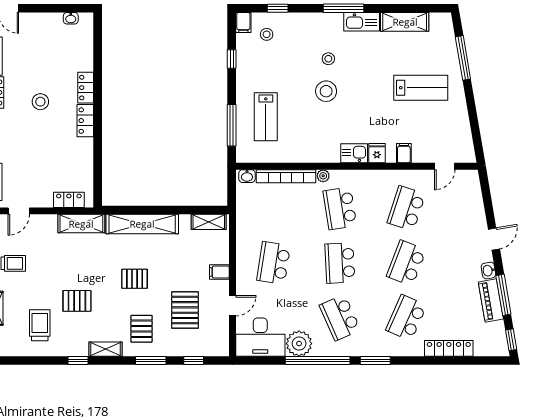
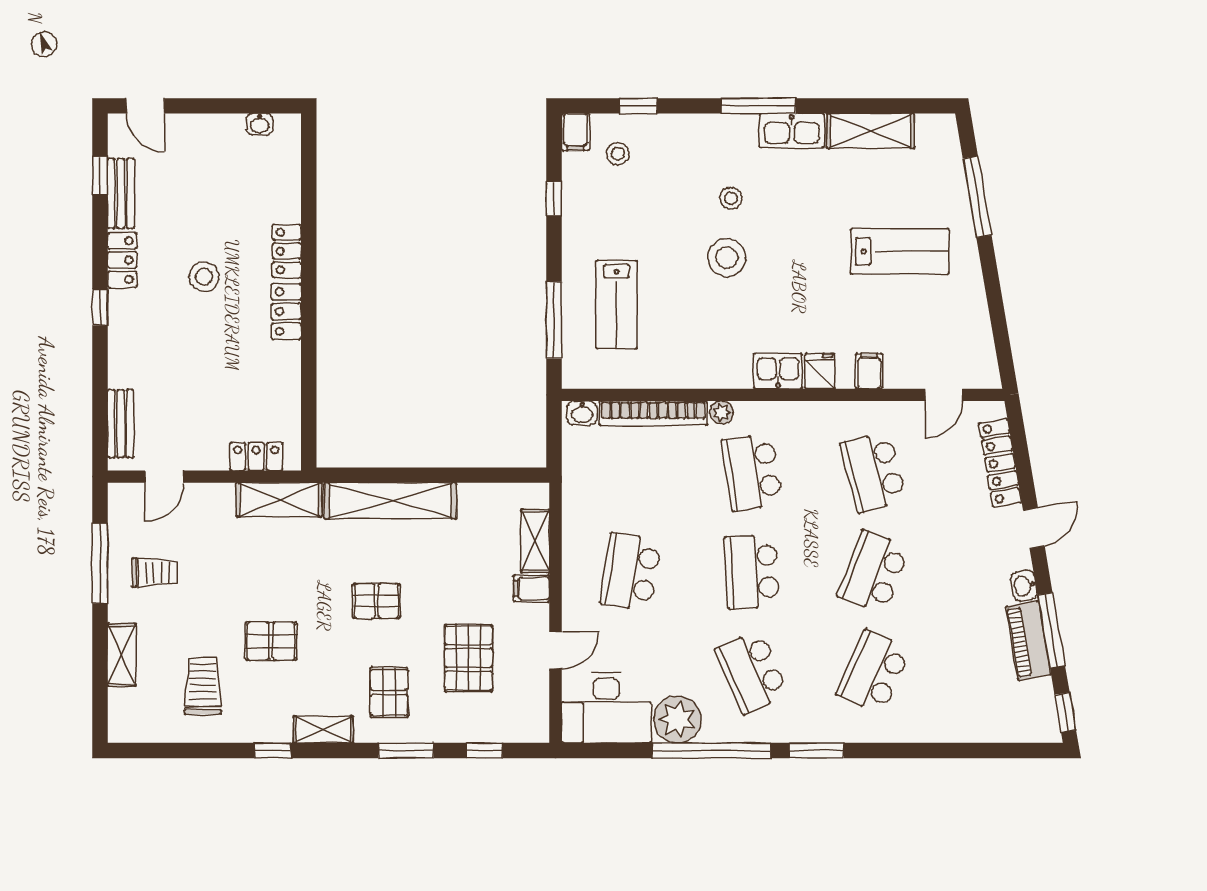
school desk: (406, 208) -> (873, 472), turned -33
shelving: (209, 222) -> (535, 541), moved, turned 90
locker: (449, 348) -> (1000, 463), moved, turned -100

